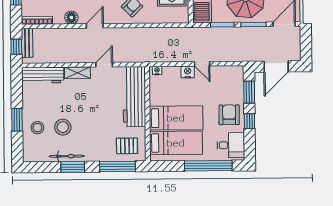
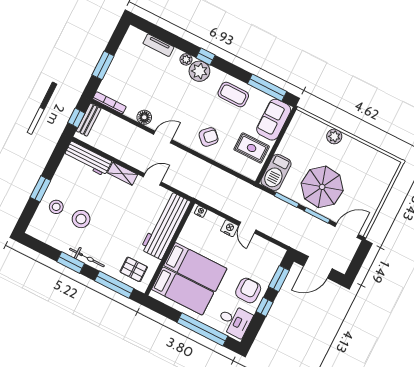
bicycle: (67, 156) -> (87, 258), moved

